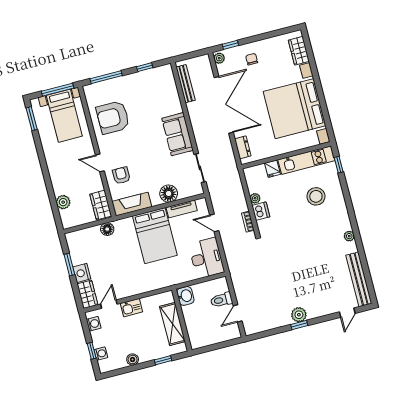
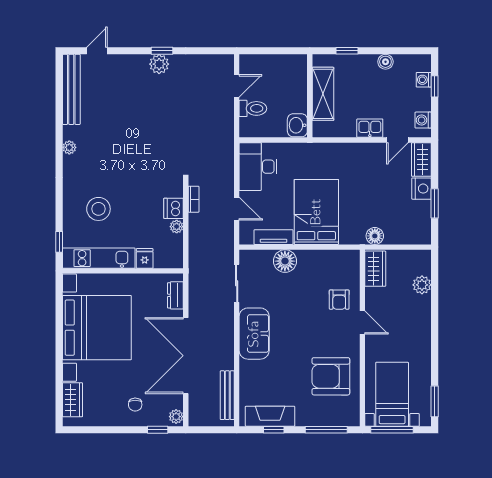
armchair: (113, 117) -> (331, 376), turned 180
fireplace: (132, 204) -> (270, 416), moved, turned 180

